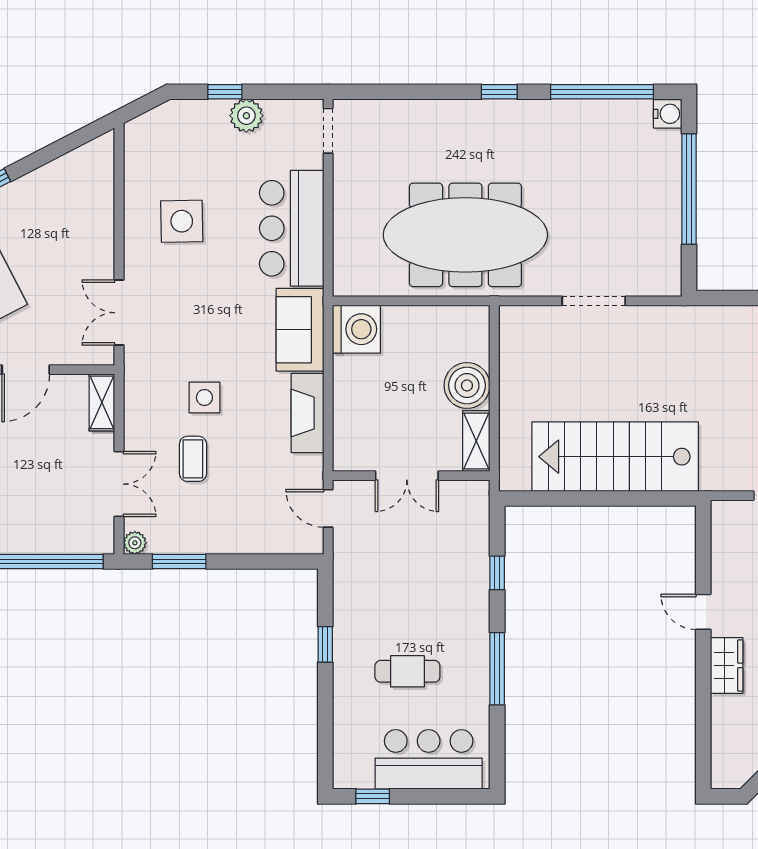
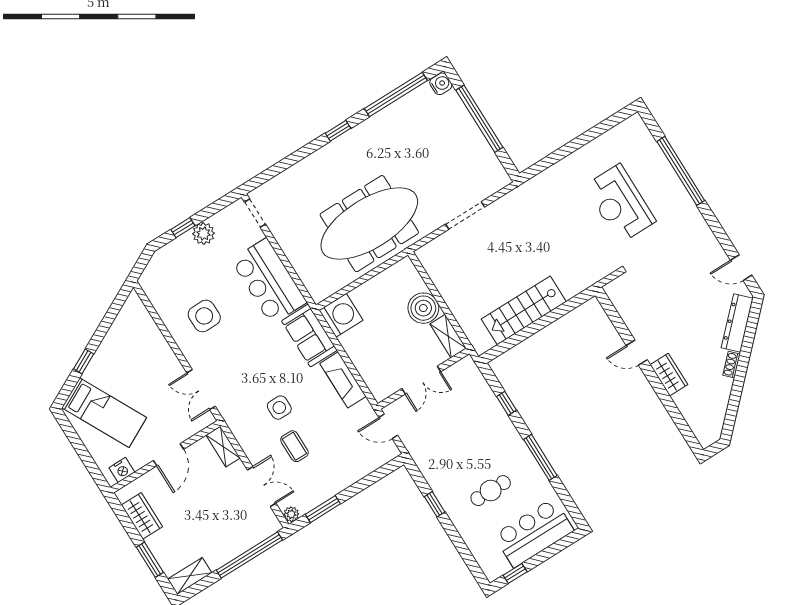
stairs: (615, 457) -> (524, 310), width x0.73, depth x0.66

